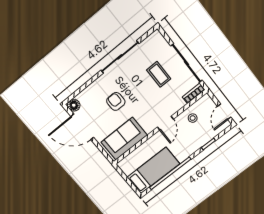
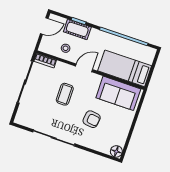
coffee table: (159, 74) -> (65, 94), moved
armchair: (116, 101) -> (92, 119), turned -83
door: (82, 127) -> (130, 134), removed
cot: (202, 138) -> (77, 29), added
bed: (153, 171) -> (125, 68), moved

